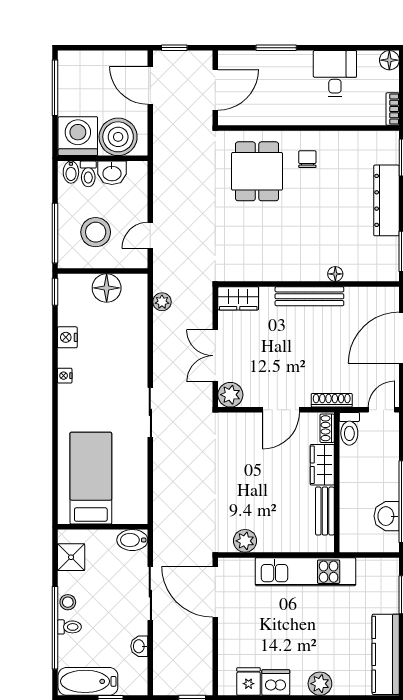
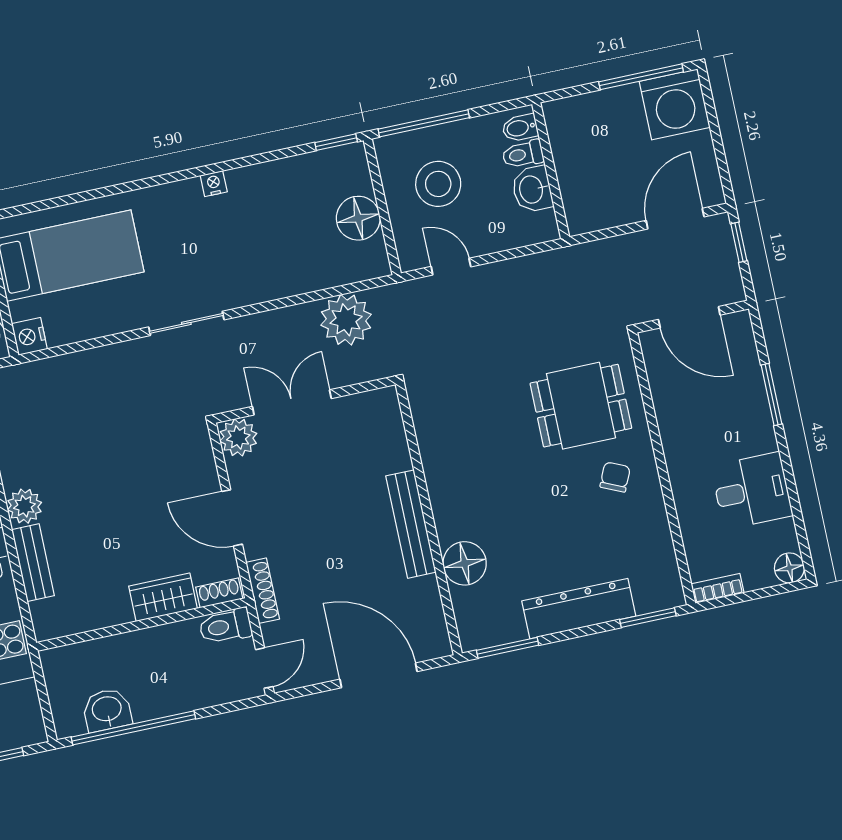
washing machine: (78, 136) -> (675, 104), moved, turned 90
boiler: (118, 137) -> (588, 187), removed
chair: (307, 159) -> (615, 477), turned -66
floor lamp: (335, 274) -> (465, 563), width x1.89, depth x1.89
wardrobe: (238, 298) -> (385, 418), removed
plant: (162, 302) -> (346, 320), width x1.88, depth x1.88
nightstand: (67, 337) -> (29, 336), moved, turned -90
door: (381, 410) -> (264, 668), hinge flipped
bench: (325, 511) -> (33, 563), moved, turned 90

